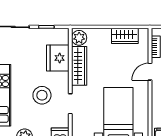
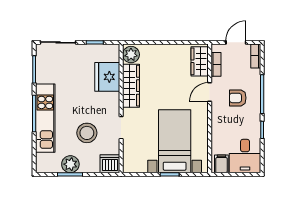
wardrobe: (125, 36) -> (200, 61), moved, turned 90
stool: (42, 95) -> (87, 133), moved

